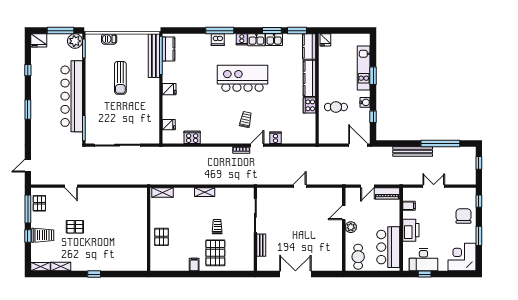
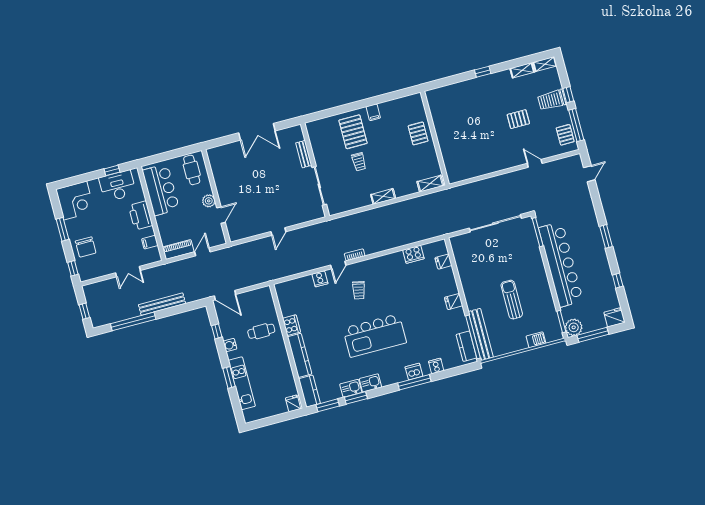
cooker: (242, 39) -> (436, 366), moved

